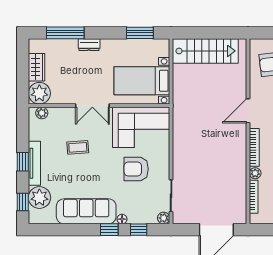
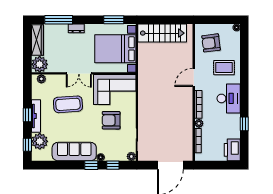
wardrobe: (36, 67) -> (37, 40), width x1.50
bed with nightstands: (142, 81) -> (115, 49), width x1.36
coffee table: (78, 147) -> (68, 104), width x1.86, depth x1.72

